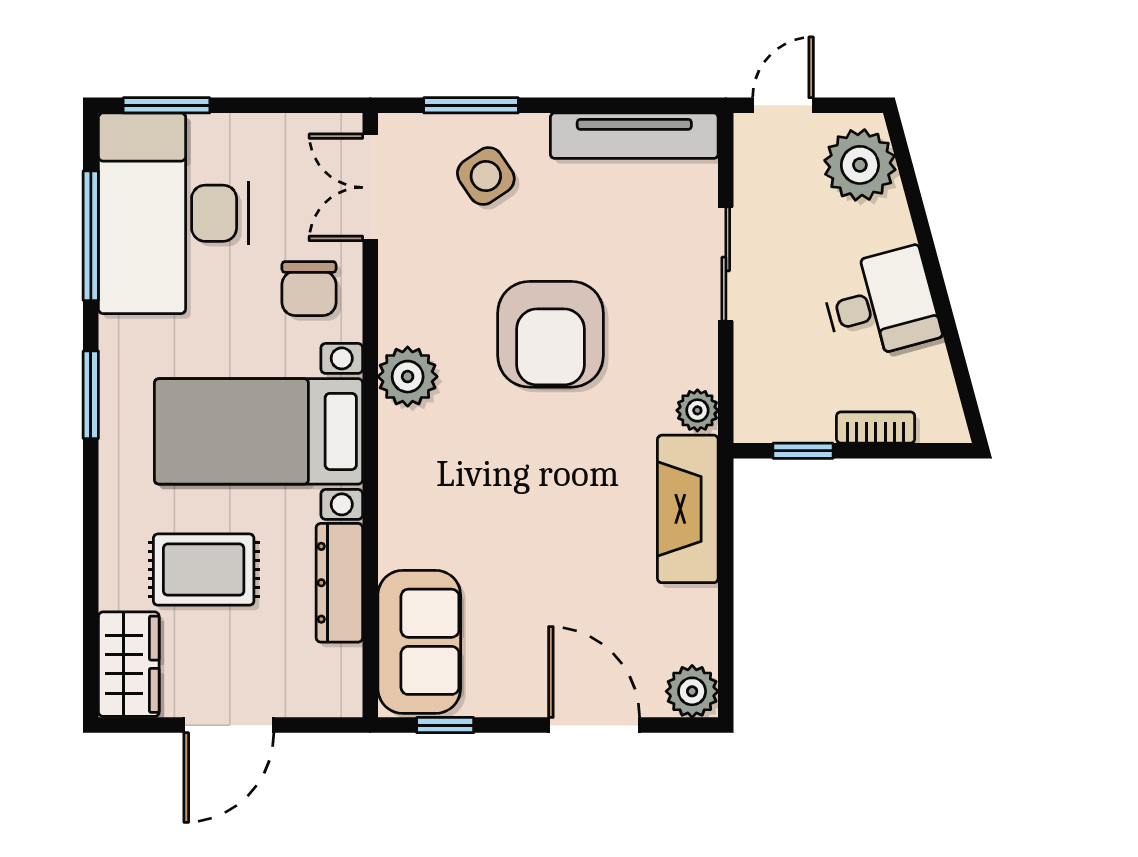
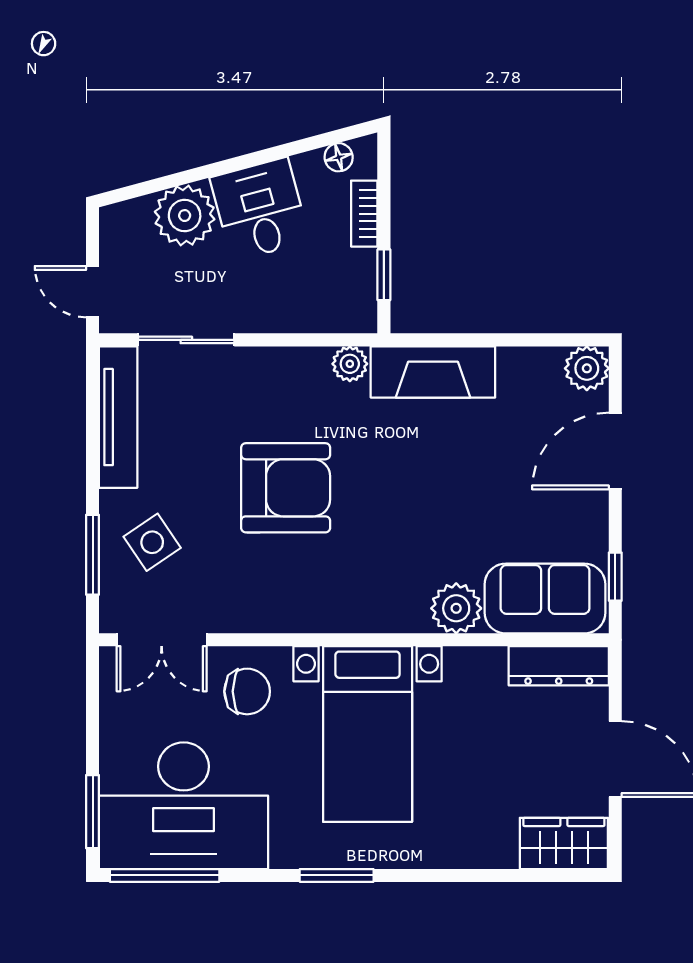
plant: (860, 165) -> (185, 216), moved
window: (91, 236) -> (165, 875), moved
sliding door: (726, 264) -> (186, 340), moved
plant: (408, 377) -> (456, 608), moved
floor lamp: (942, 397) -> (339, 157), added
rug: (204, 570) -> (484, 780), removed
dresser: (339, 583) -> (559, 666), moved

